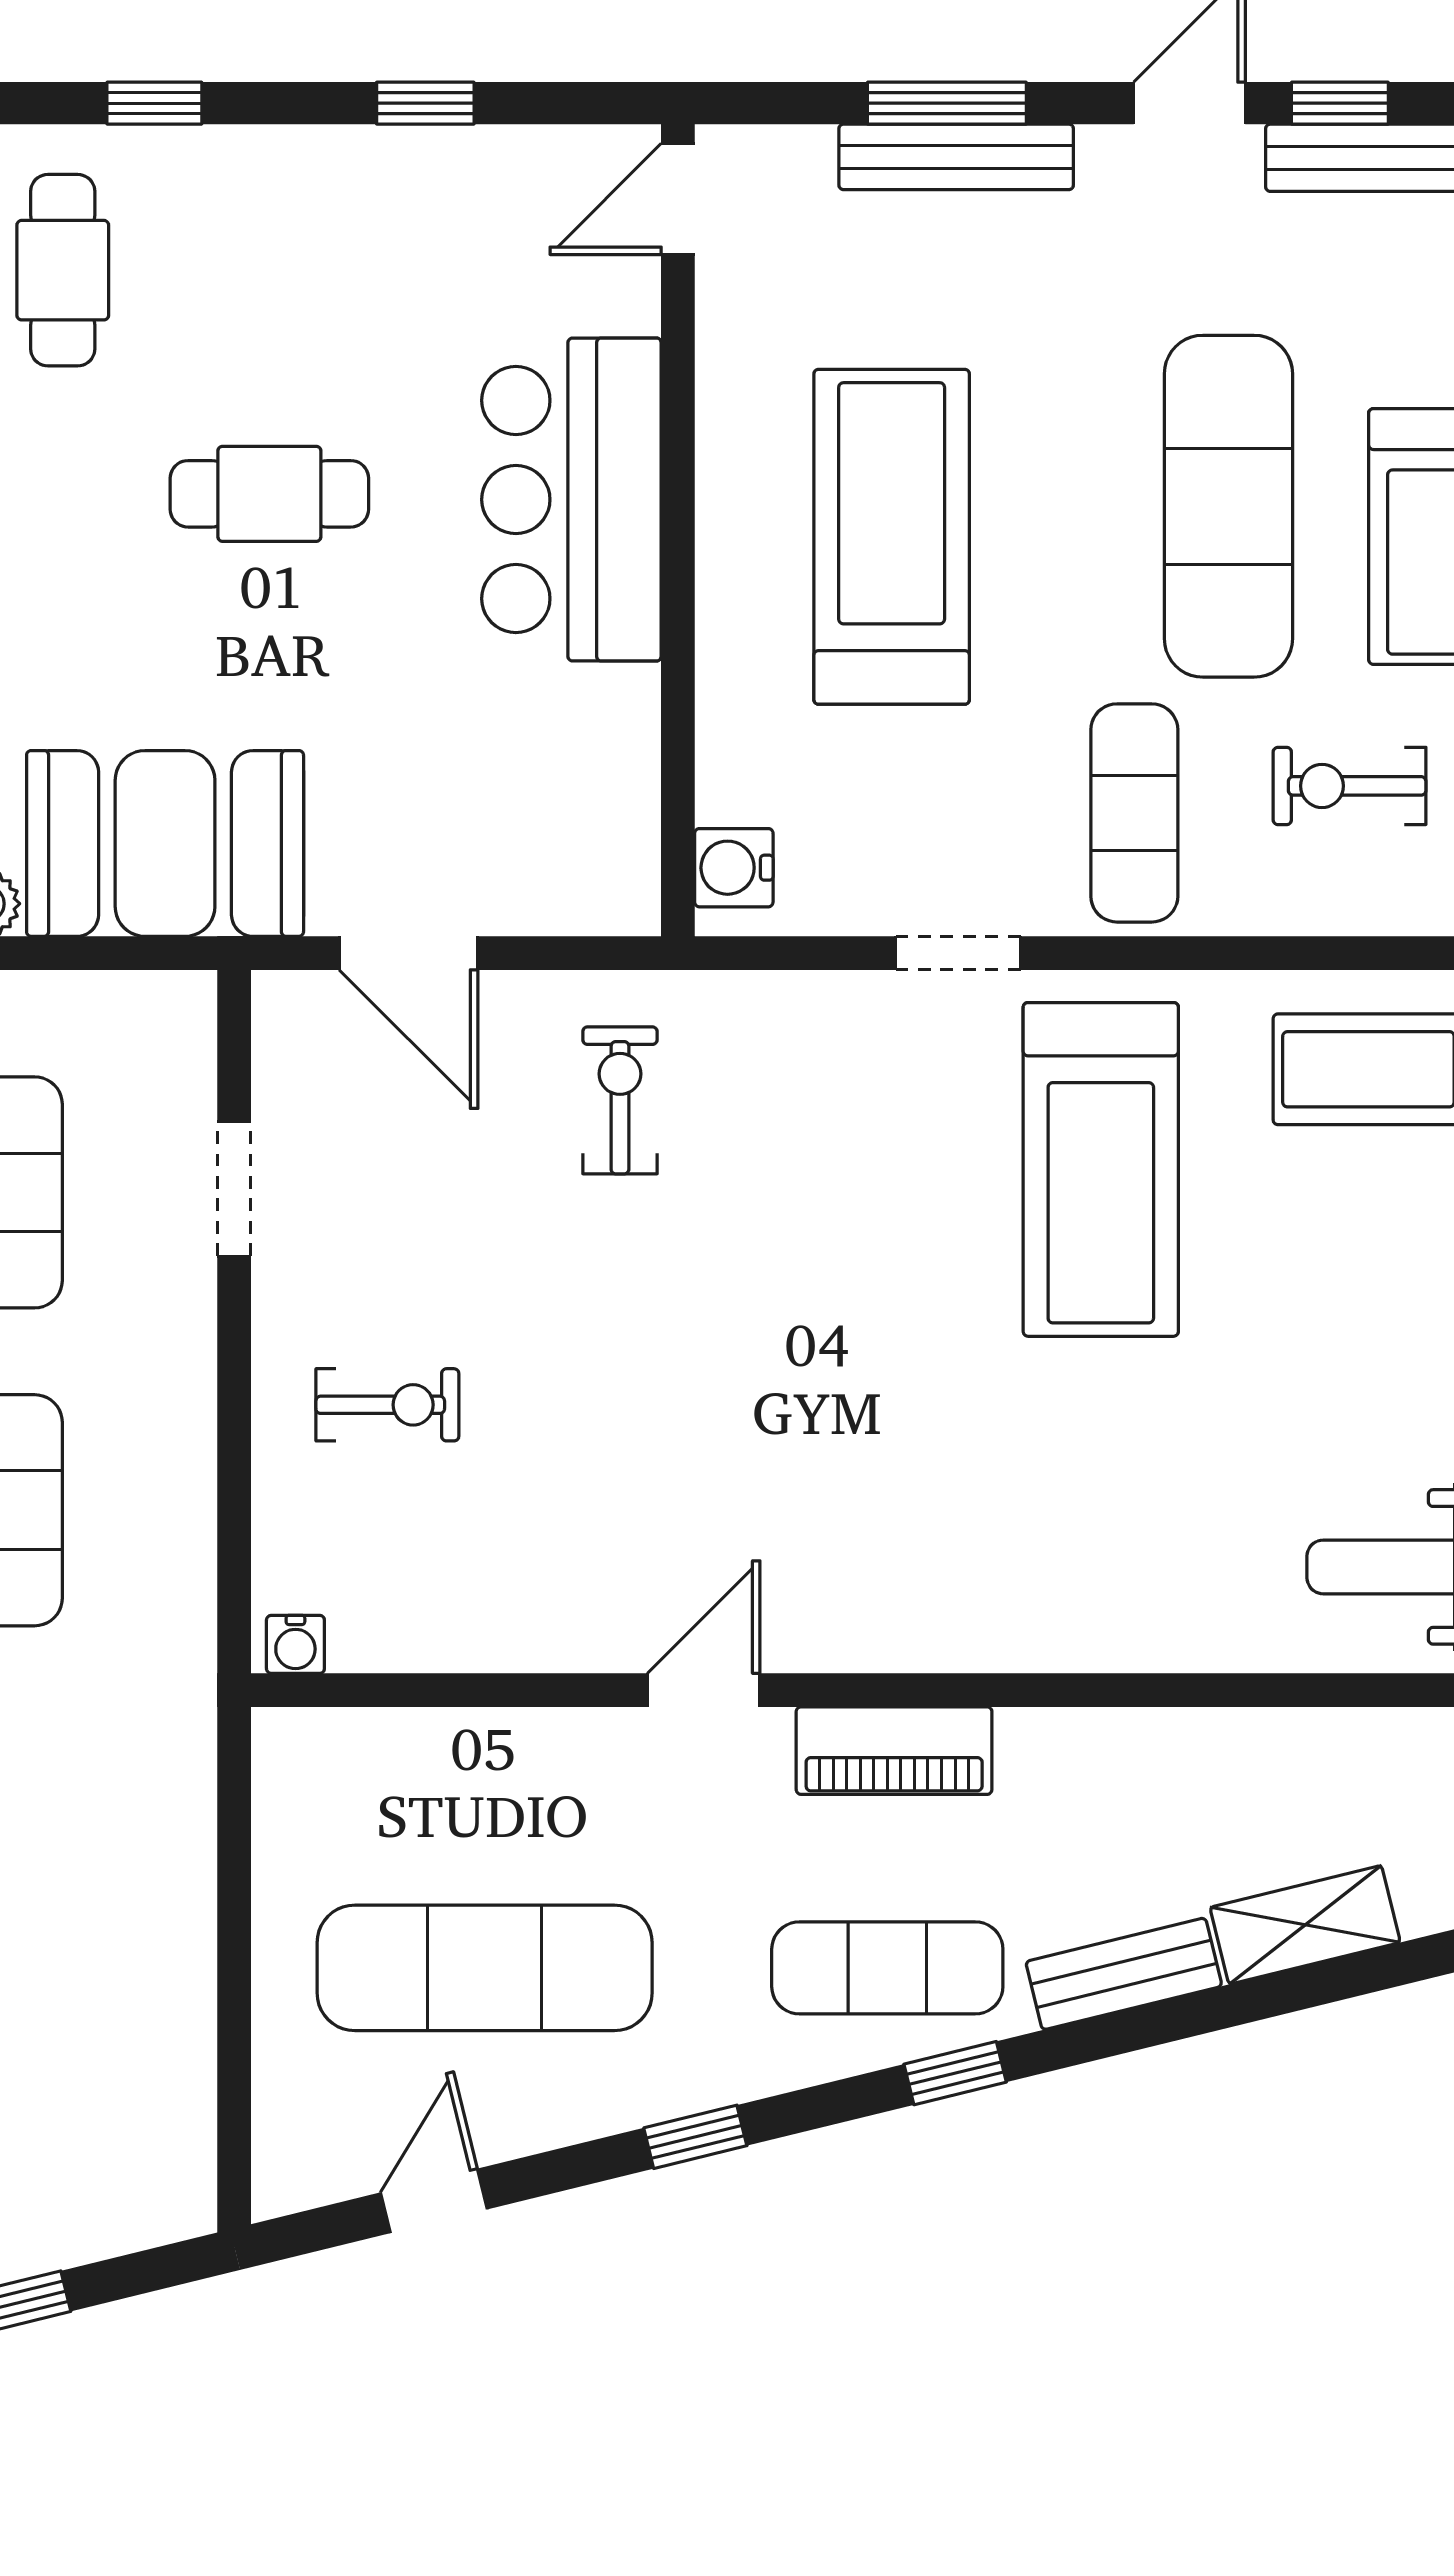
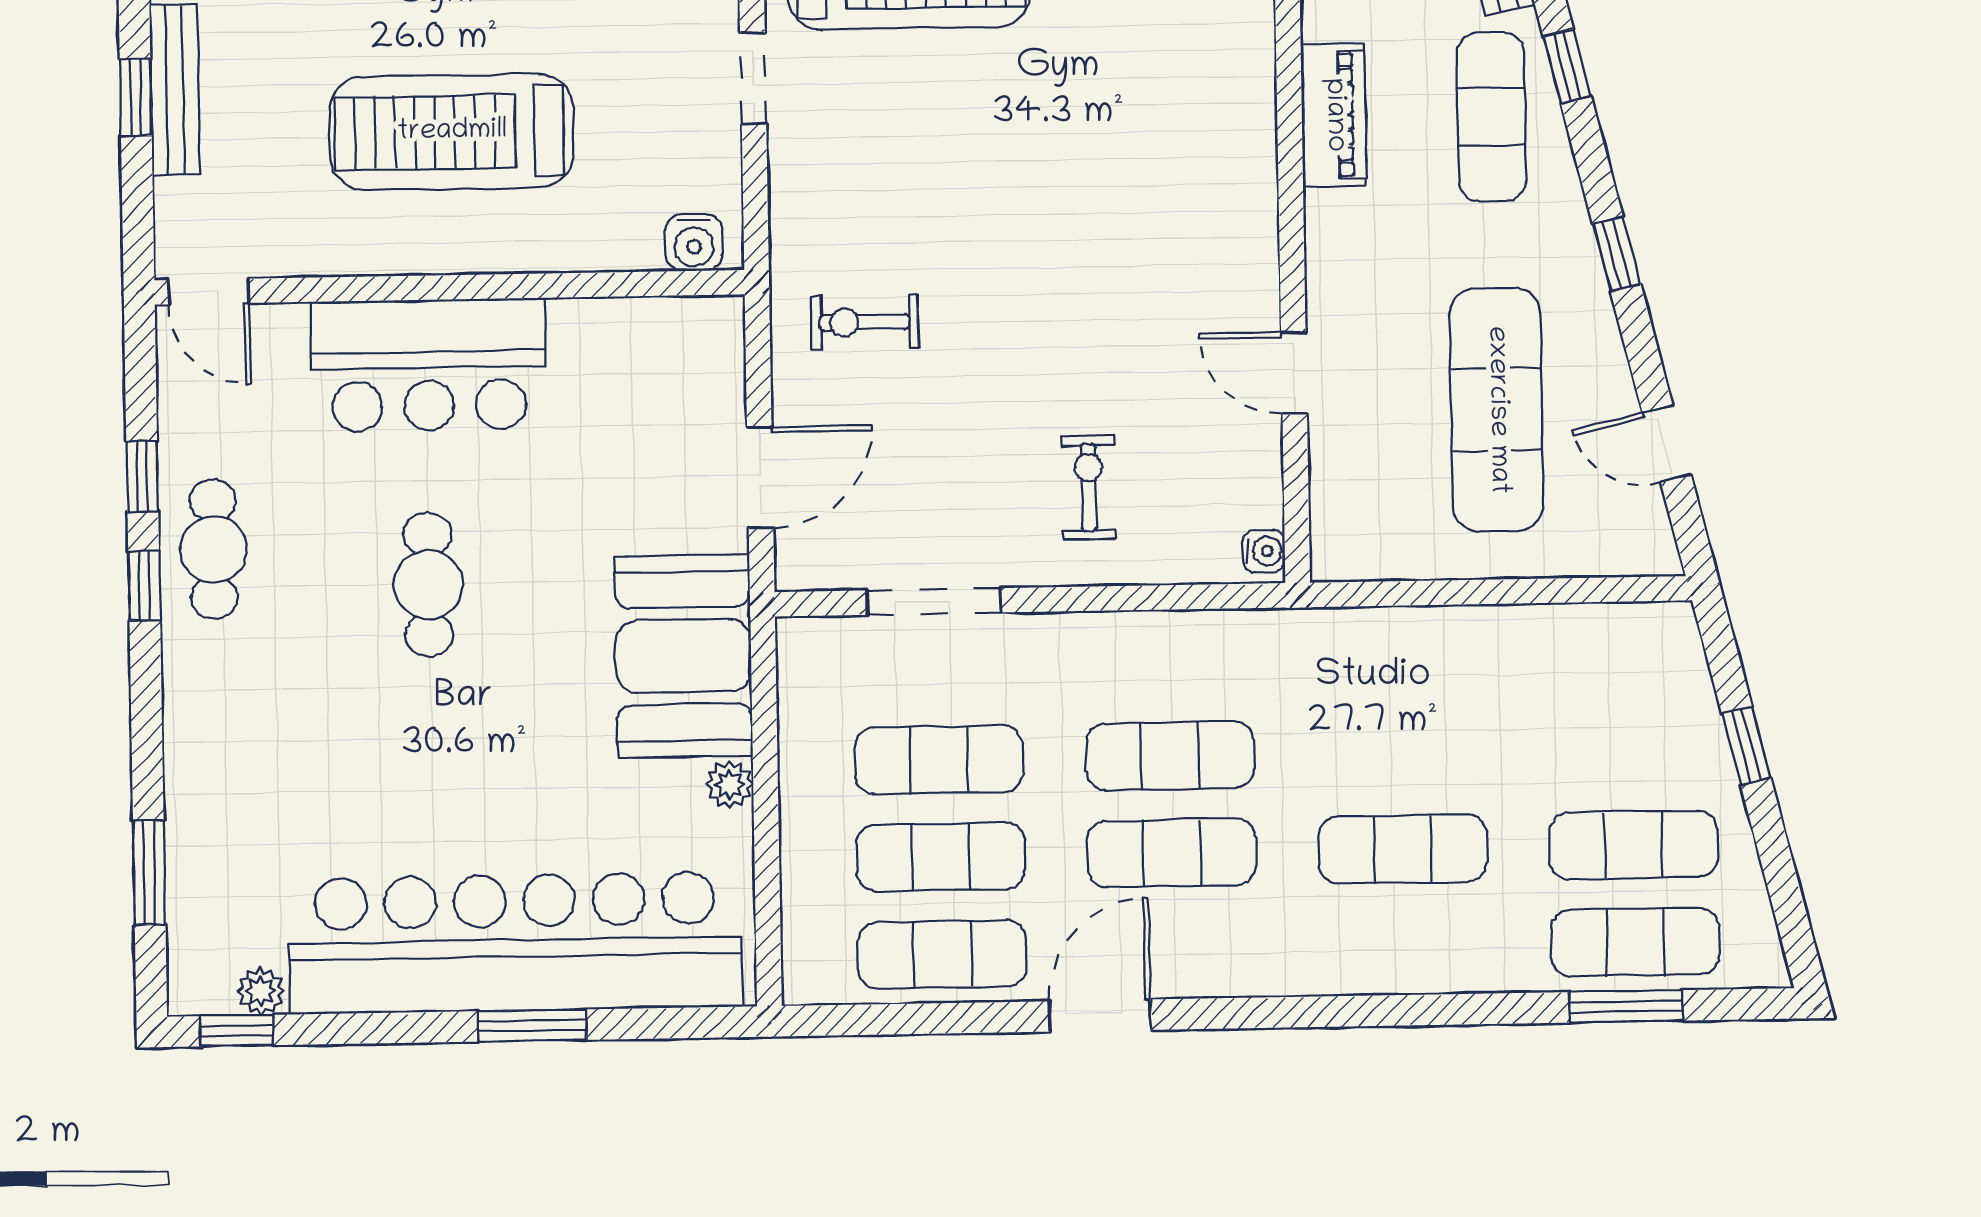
window: (154, 103) -> (144, 586), moved
window: (947, 103) -> (136, 97), width x0.67
cafe table: (63, 270) -> (214, 549), moved, turned 90
doorway: (234, 1189) -> (934, 601), width x1.38
door: (704, 1690) -> (1294, 373), moved

